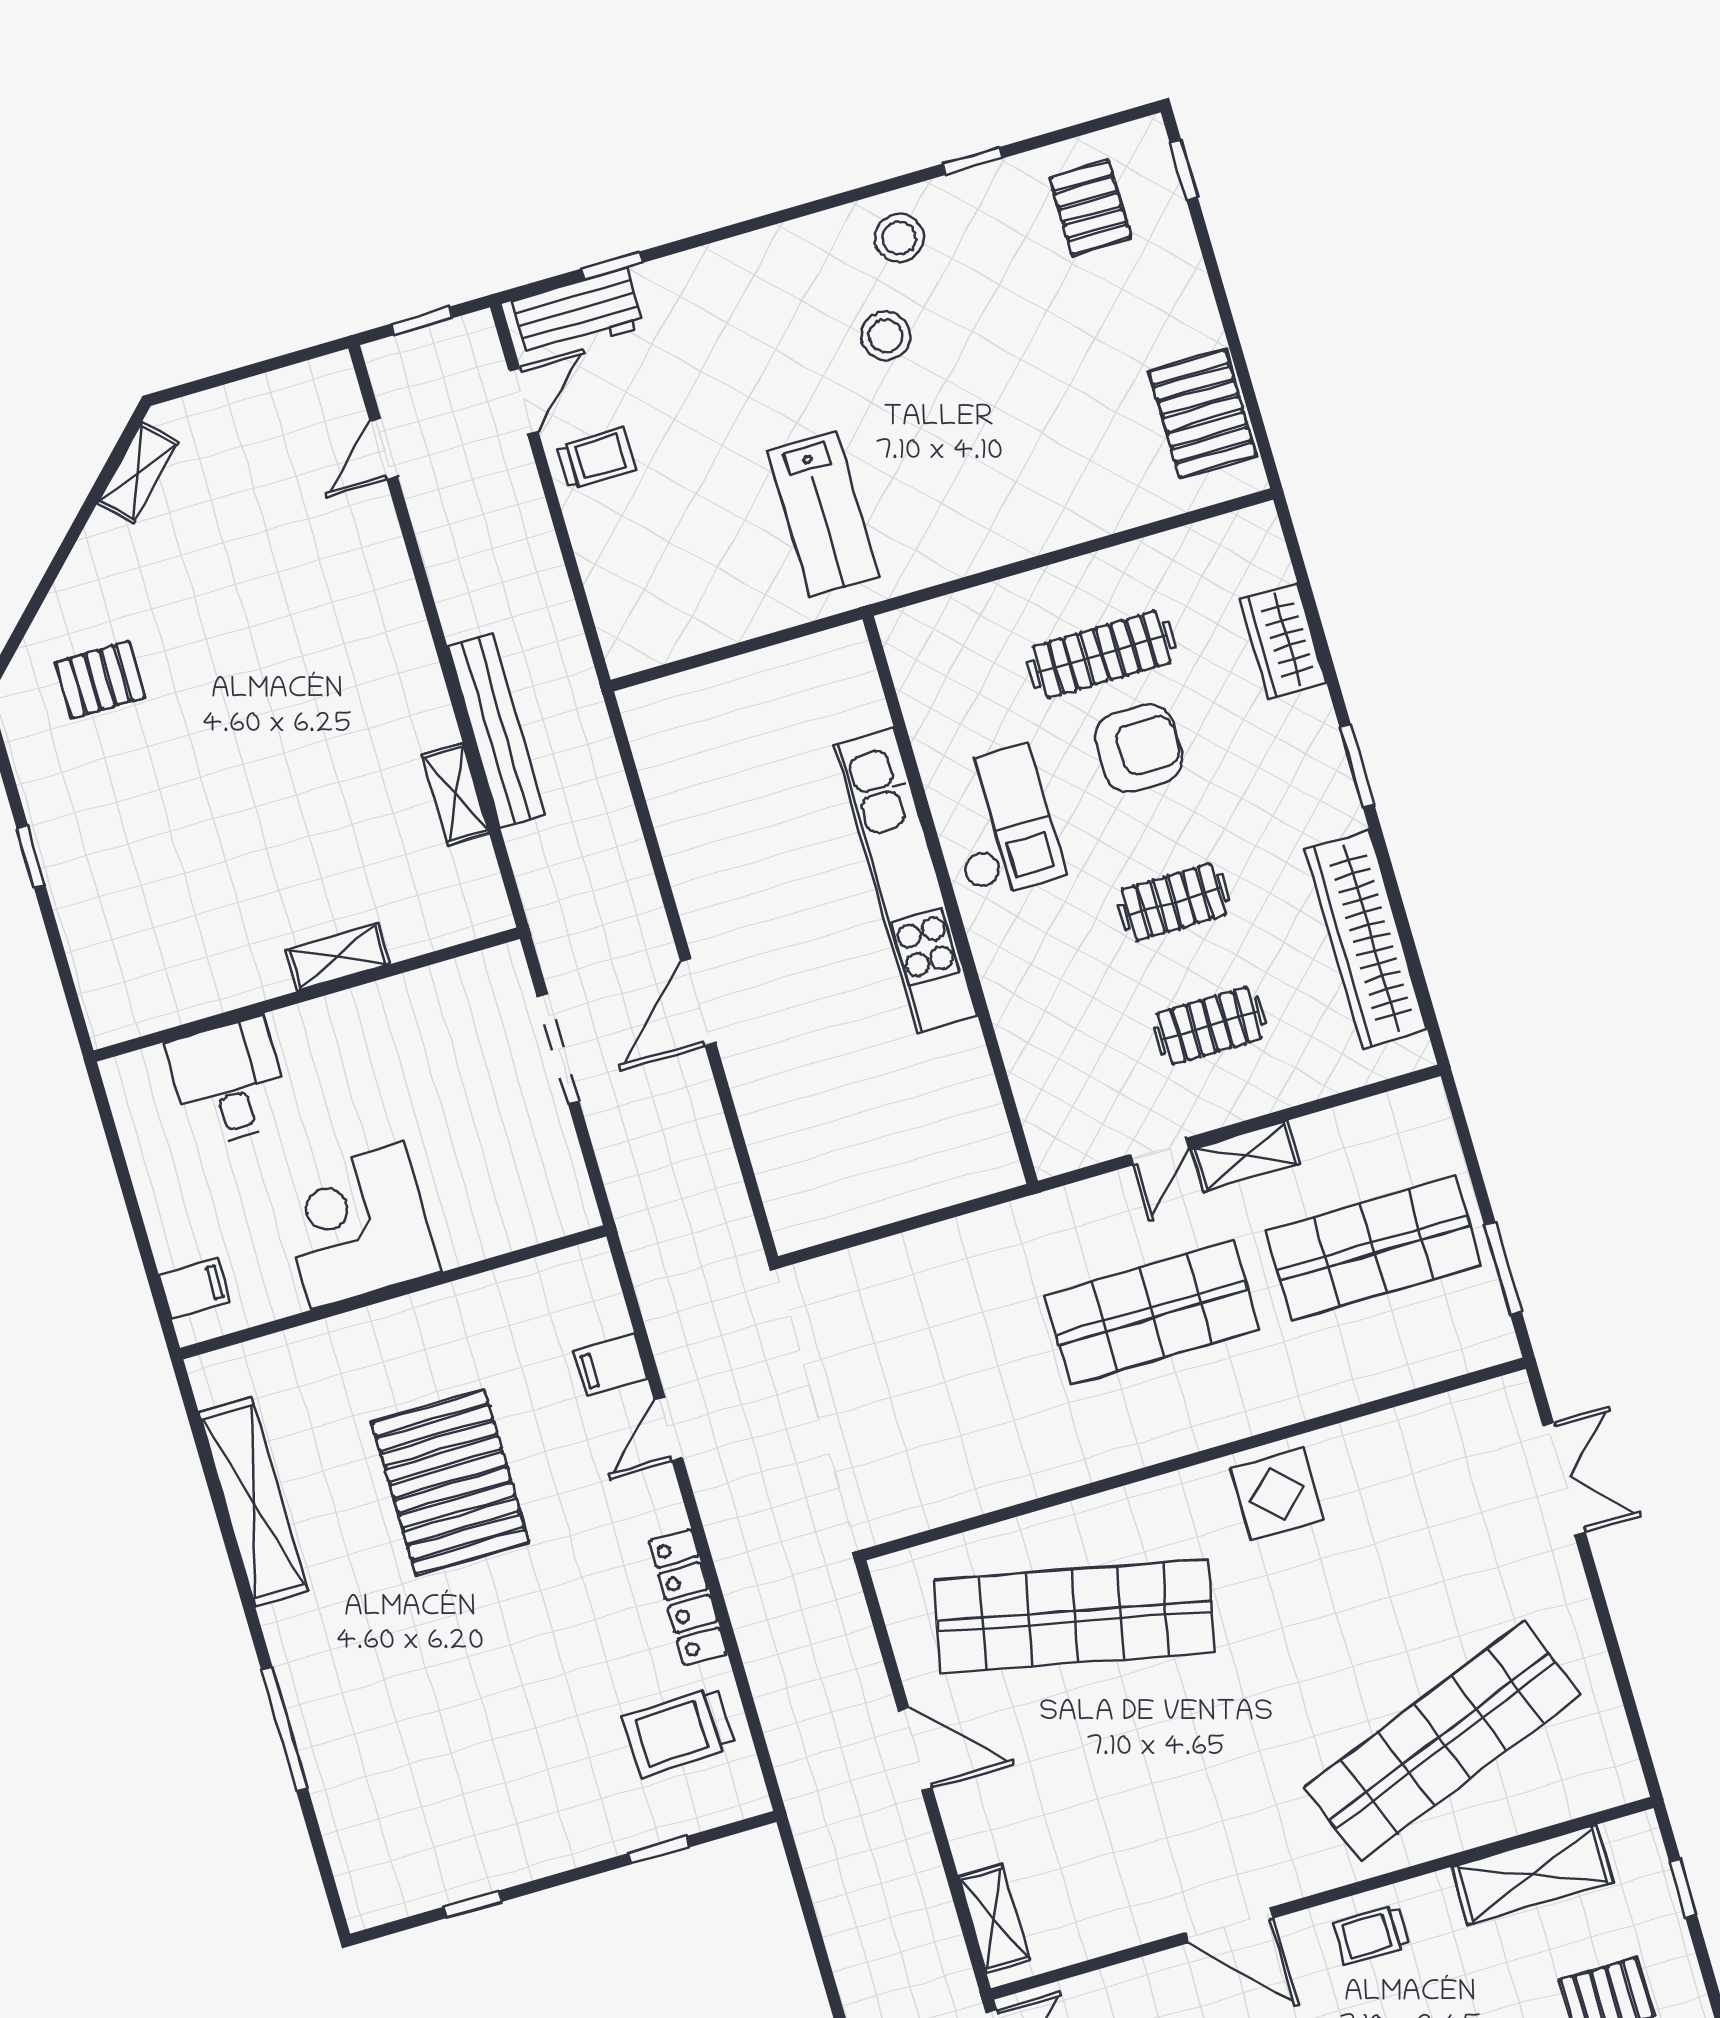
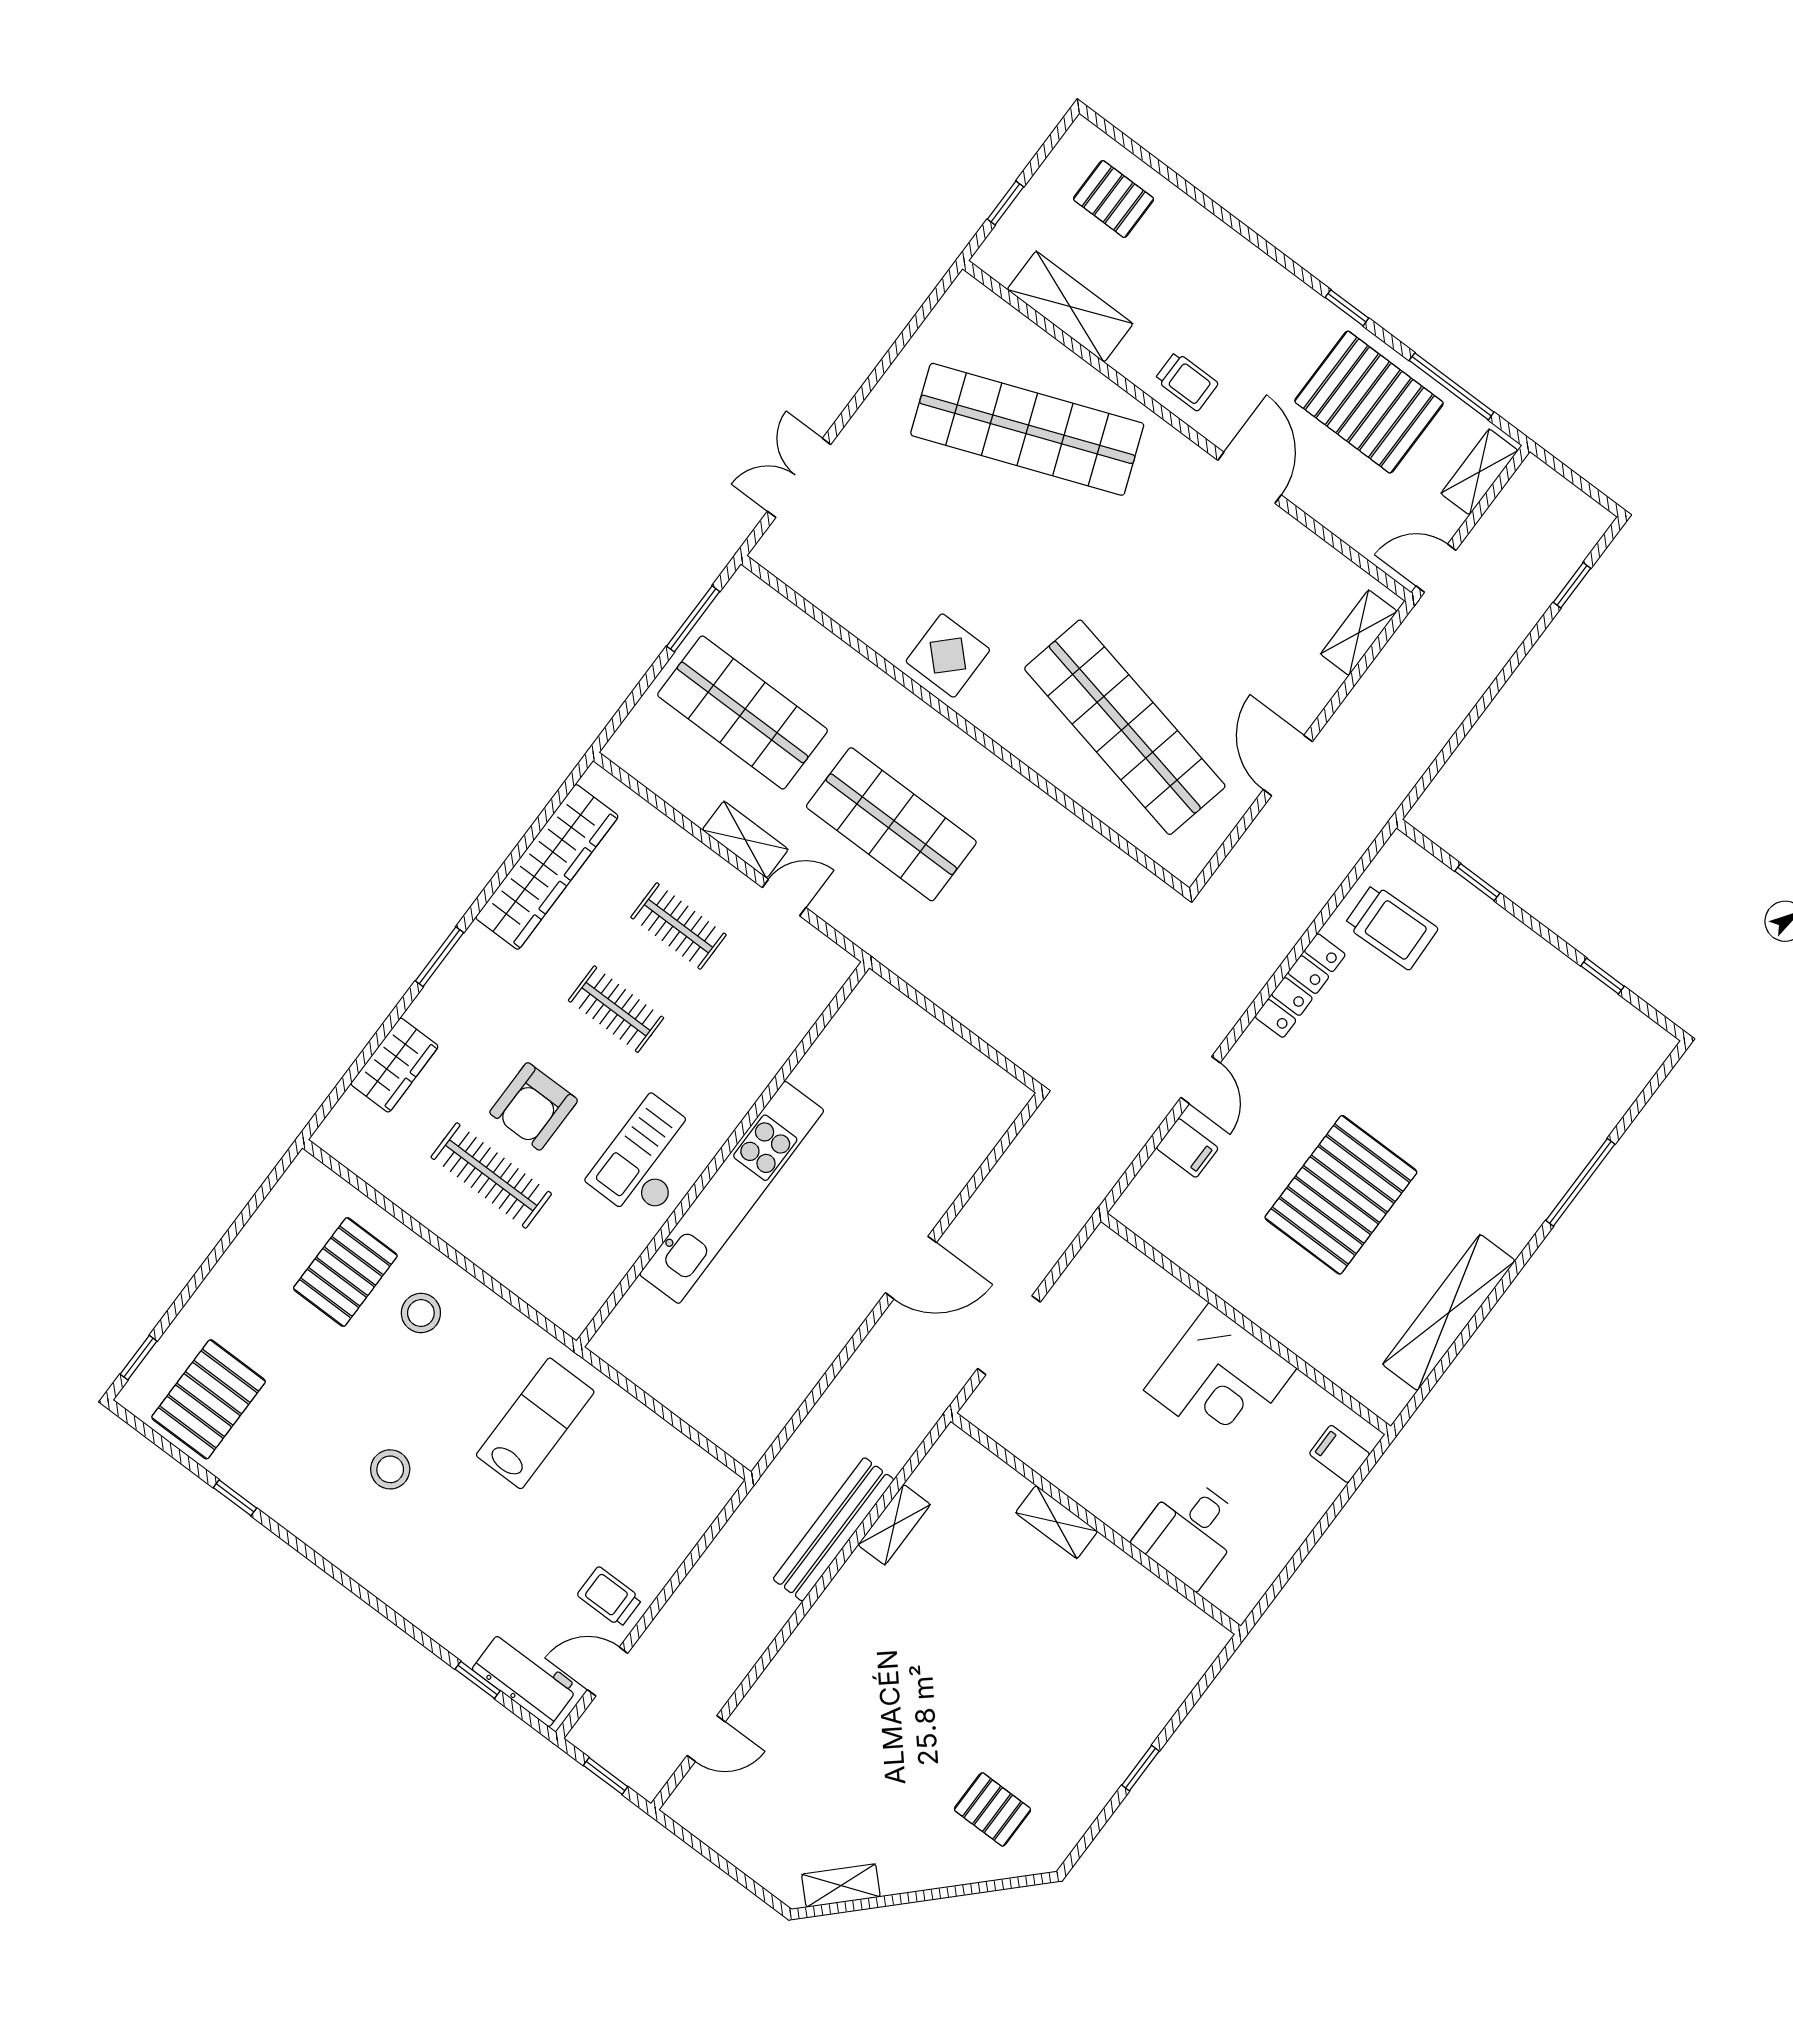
pallet: (1090, 208) -> (209, 1399), width x1.50, depth x1.42
stool: (899, 238) -> (421, 1313), moved
pallet: (1203, 414) -> (345, 1272), moved
armchair: (1139, 748) -> (534, 1106), turned -90
door: (668, 1428) -> (1200, 1080), hinge flipped

